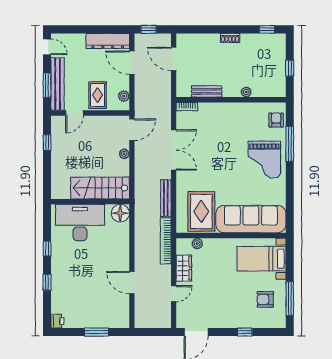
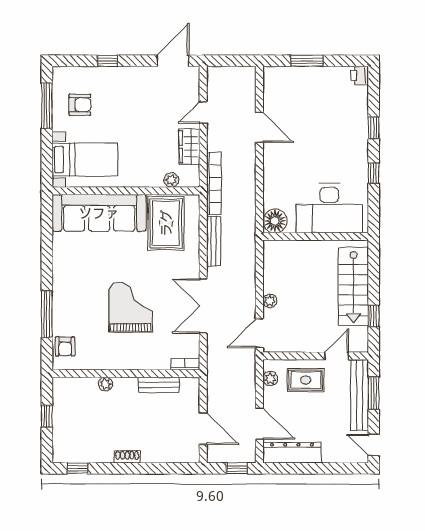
rug: (98, 95) -> (306, 380), turned 90
grand piano: (264, 160) -> (131, 307), moved
stairs: (100, 188) -> (353, 286), moved, turned 90

